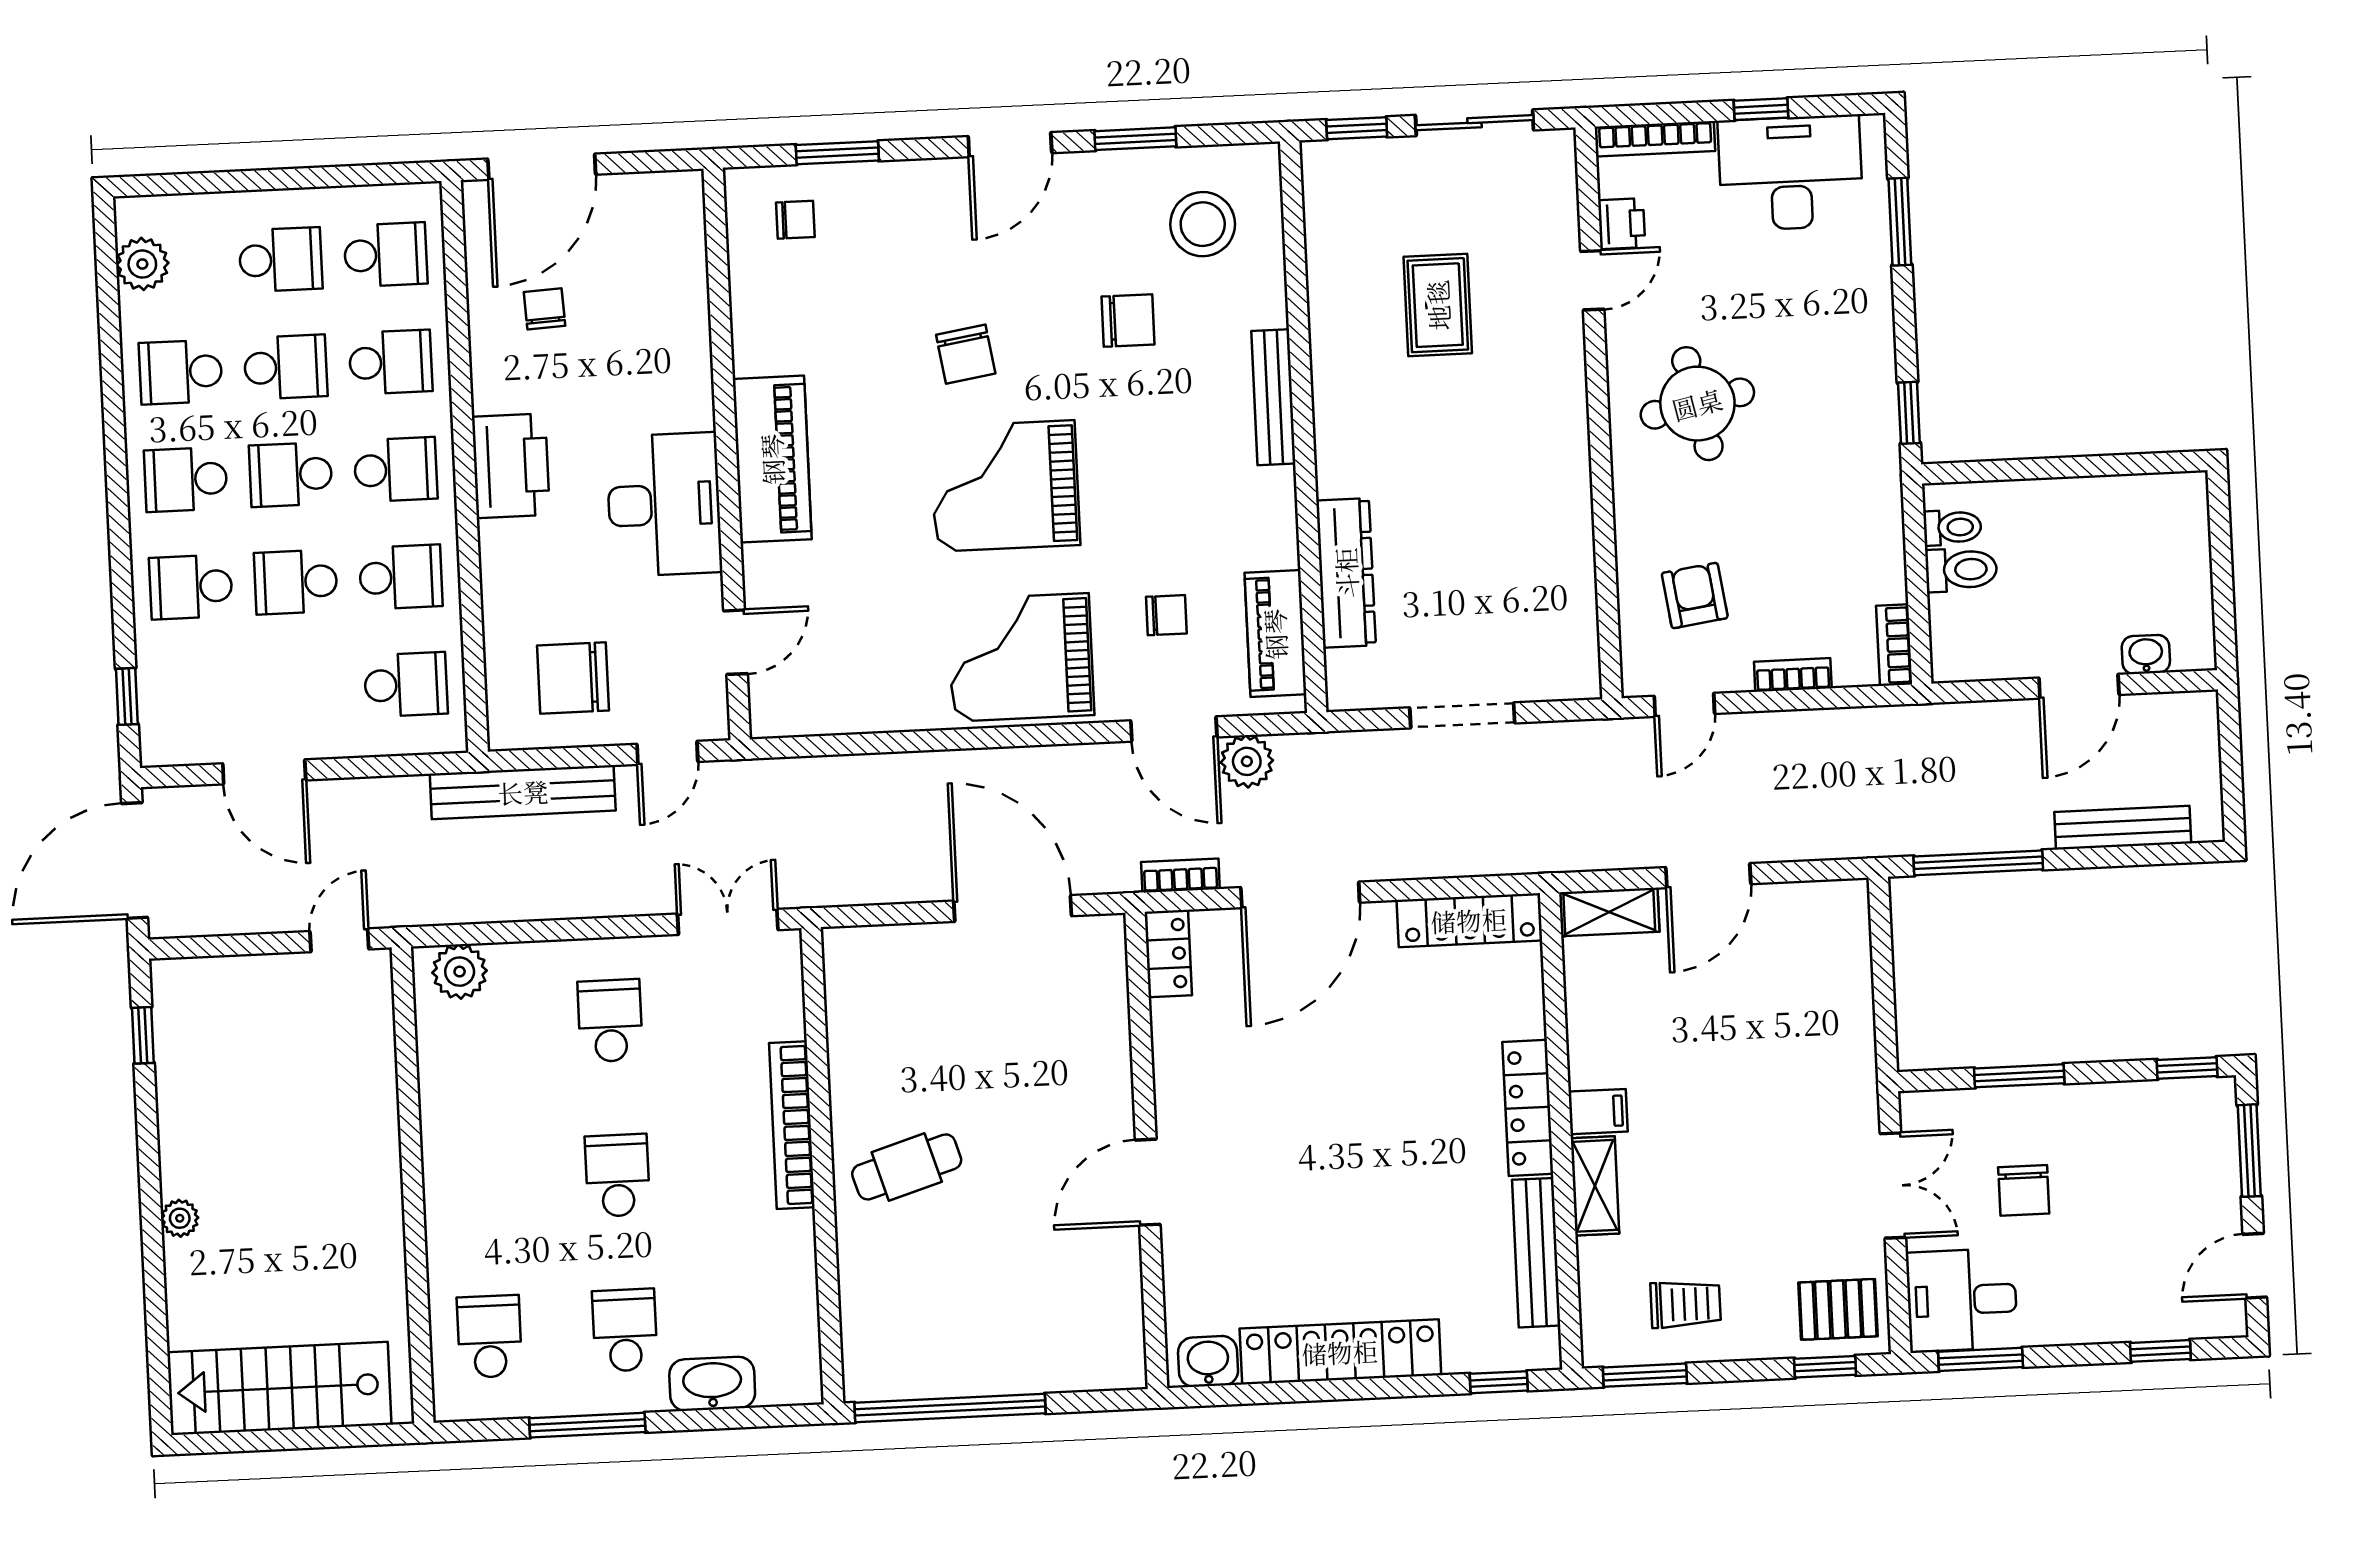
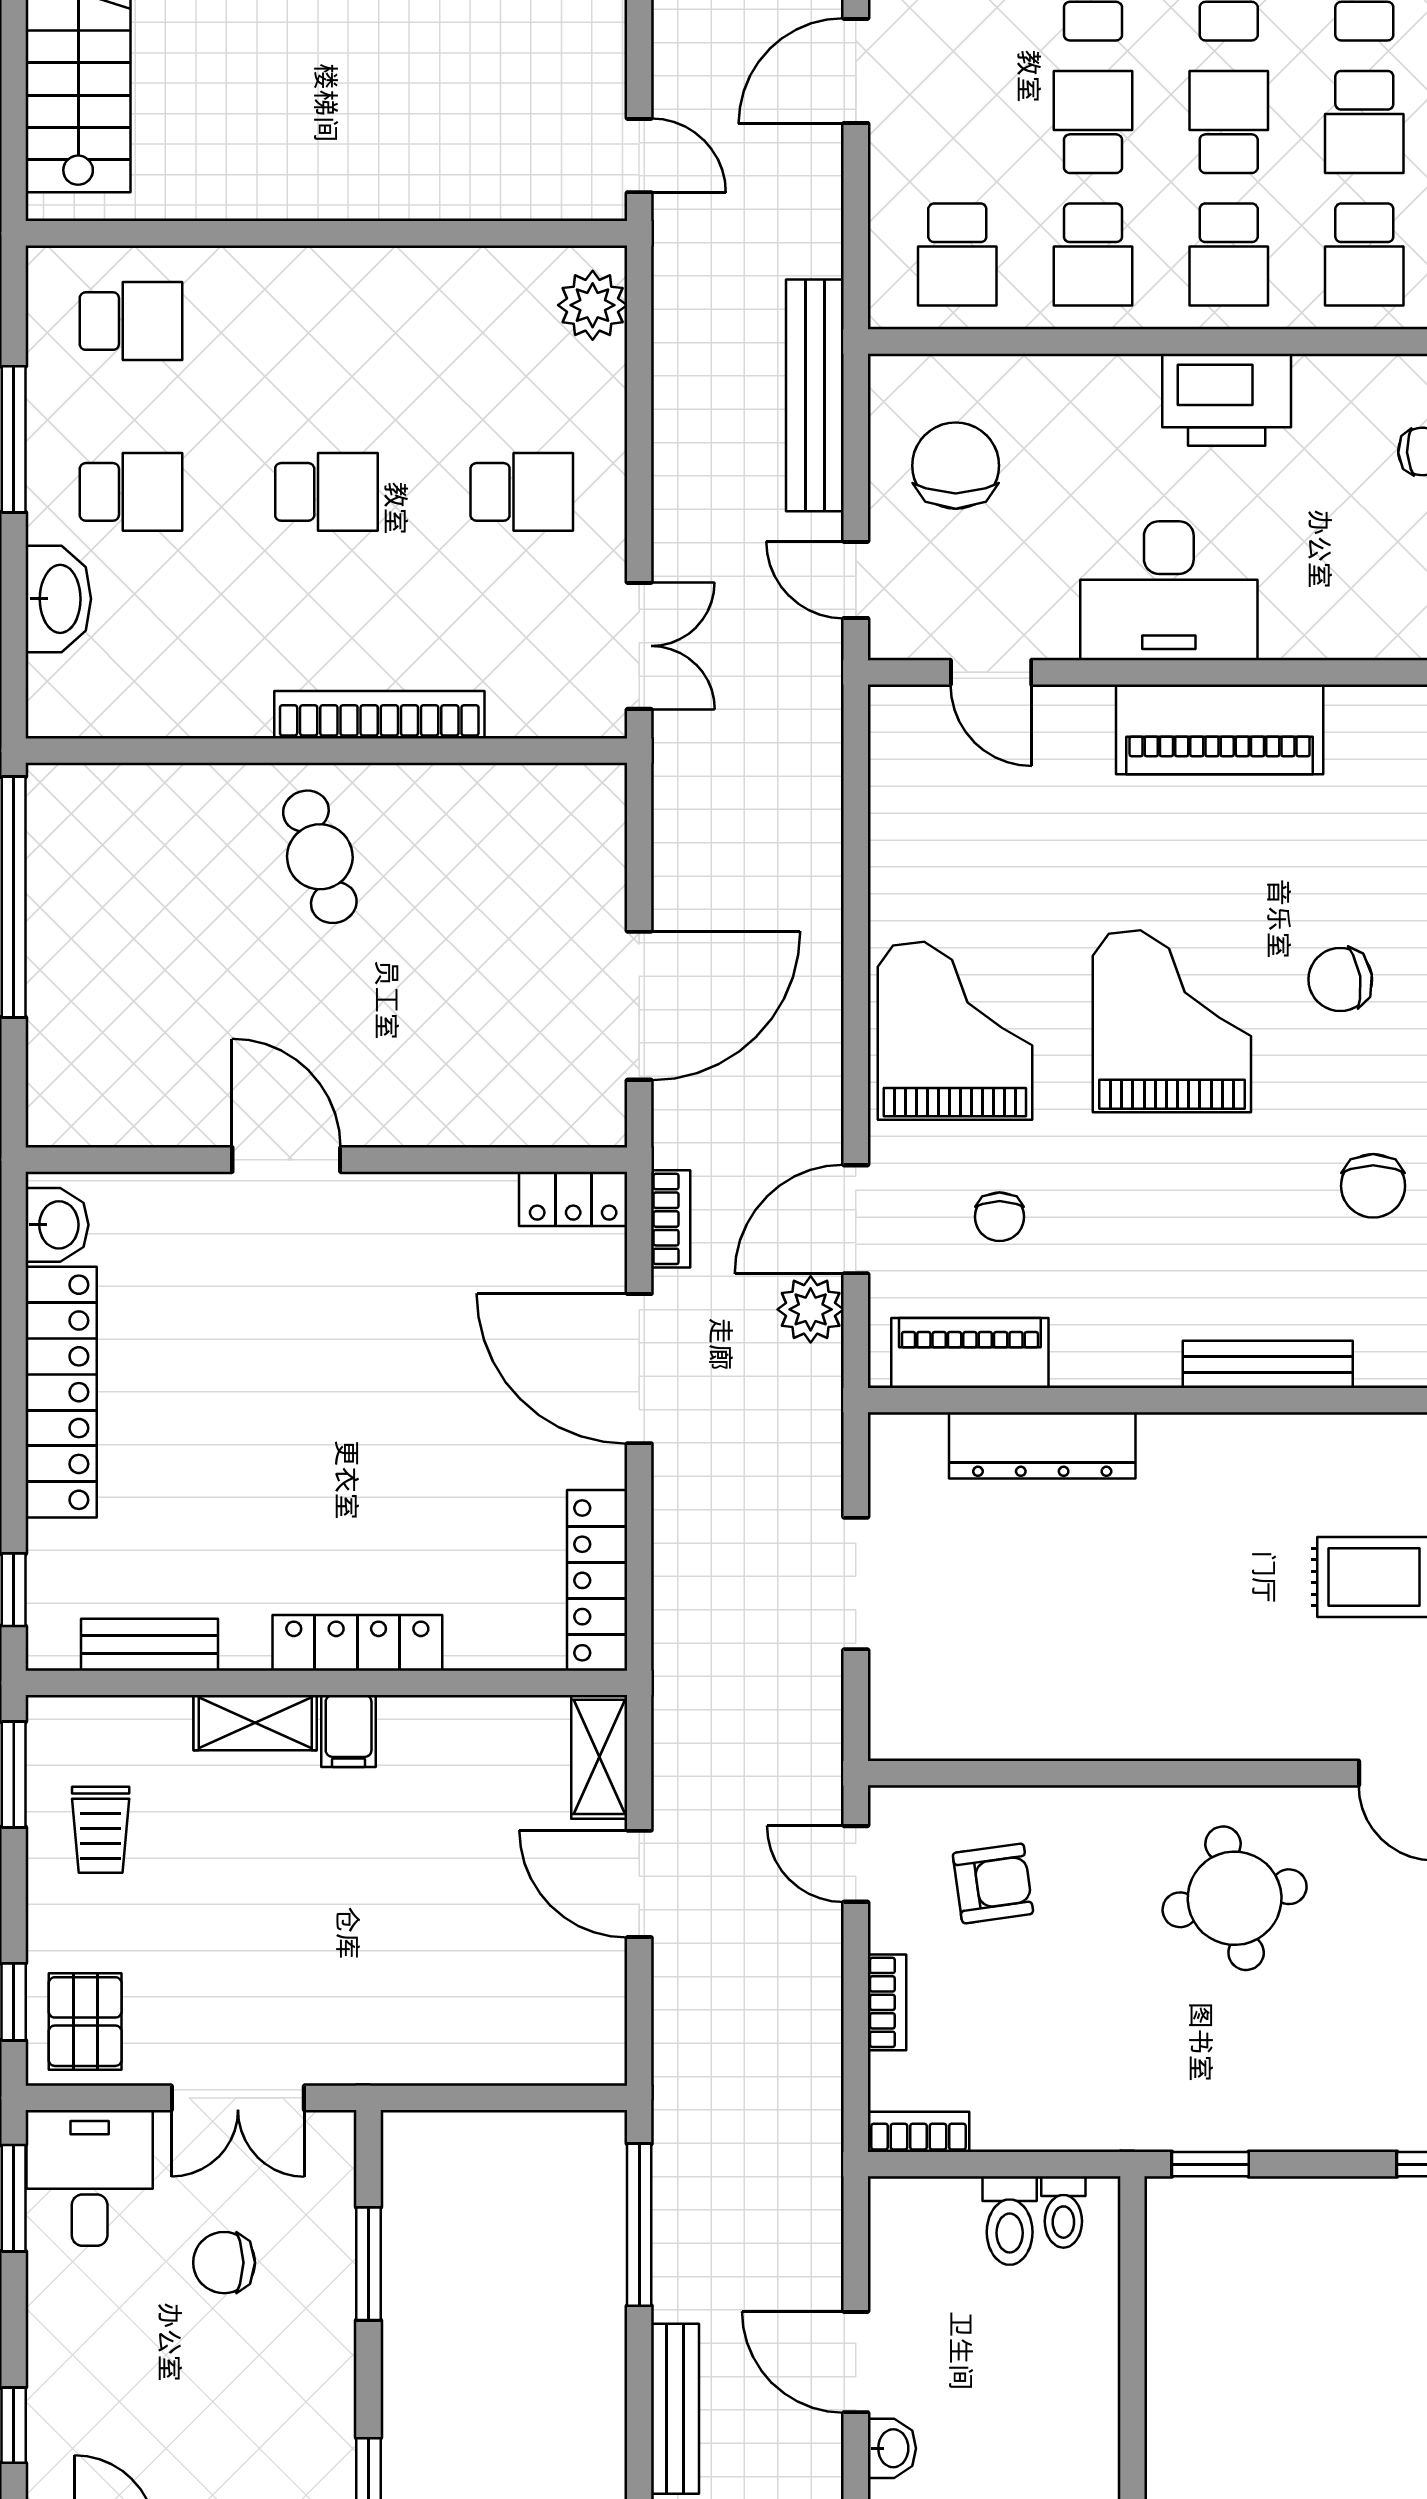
bench: (1536, 1253) -> (149, 1645), width x0.73

